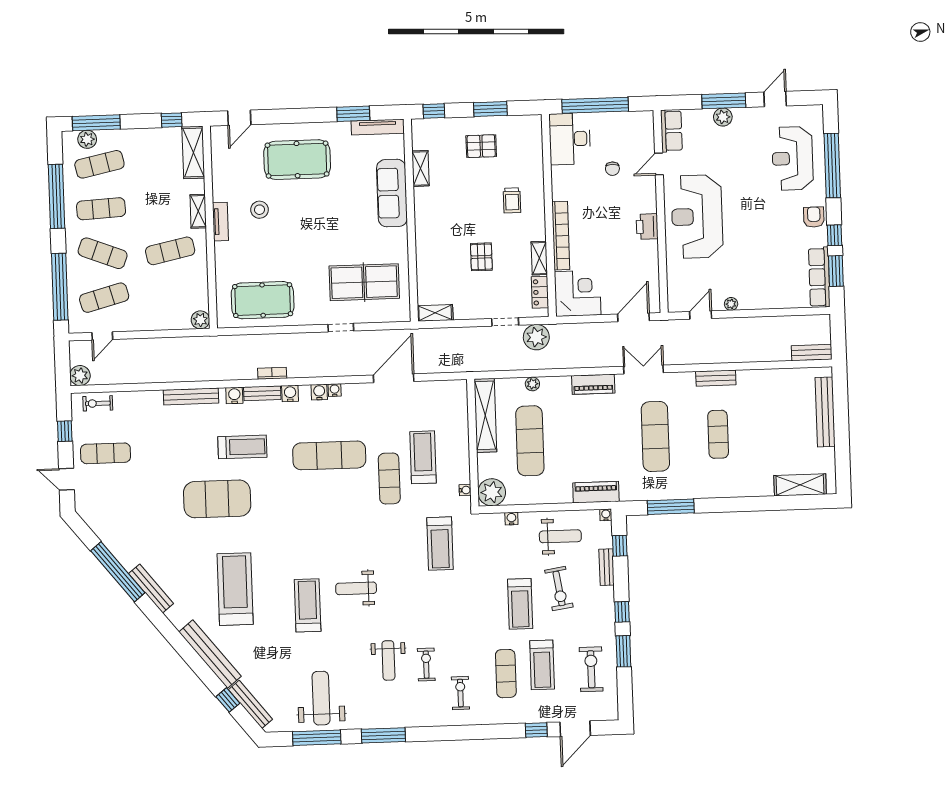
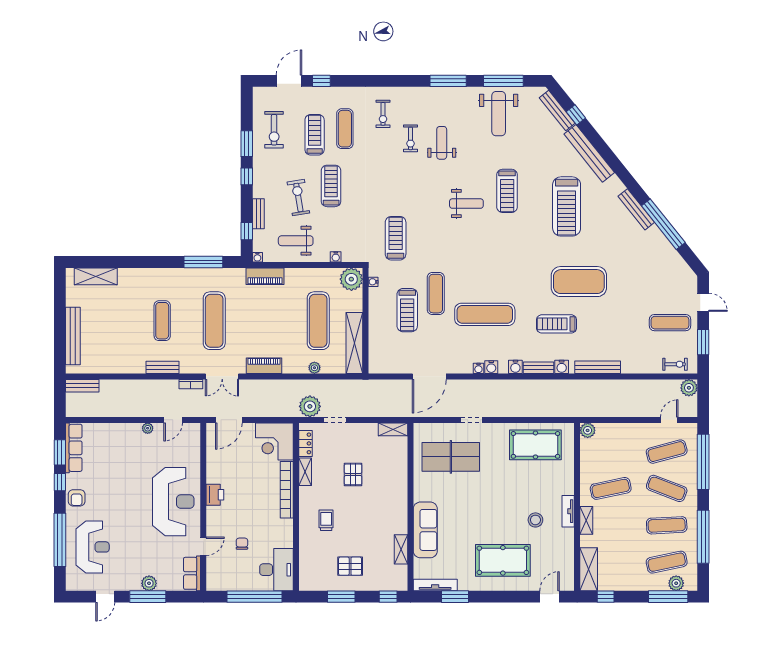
bookcase: (272, 373) -> (191, 384), moved
window: (65, 431) -> (703, 342), width x1.50

